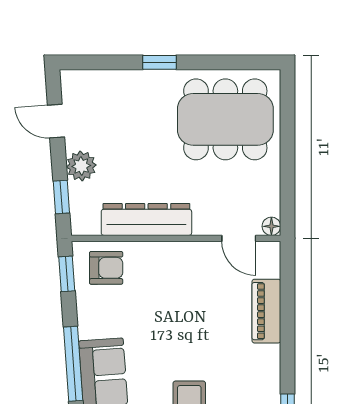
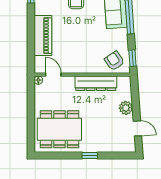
window: (61, 197) -> (135, 94), removed
armchair: (106, 268) -> (114, 61), turned 56
piano: (266, 311) -> (43, 36), width x1.37, depth x1.33

